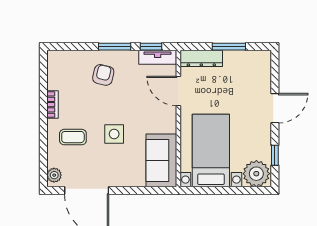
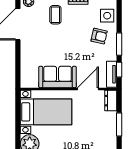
dresser: (201, 58) -> (111, 101), width x0.70
side table: (114, 134) -> (107, 16), moved
sofa: (161, 160) -> (58, 77), moved

